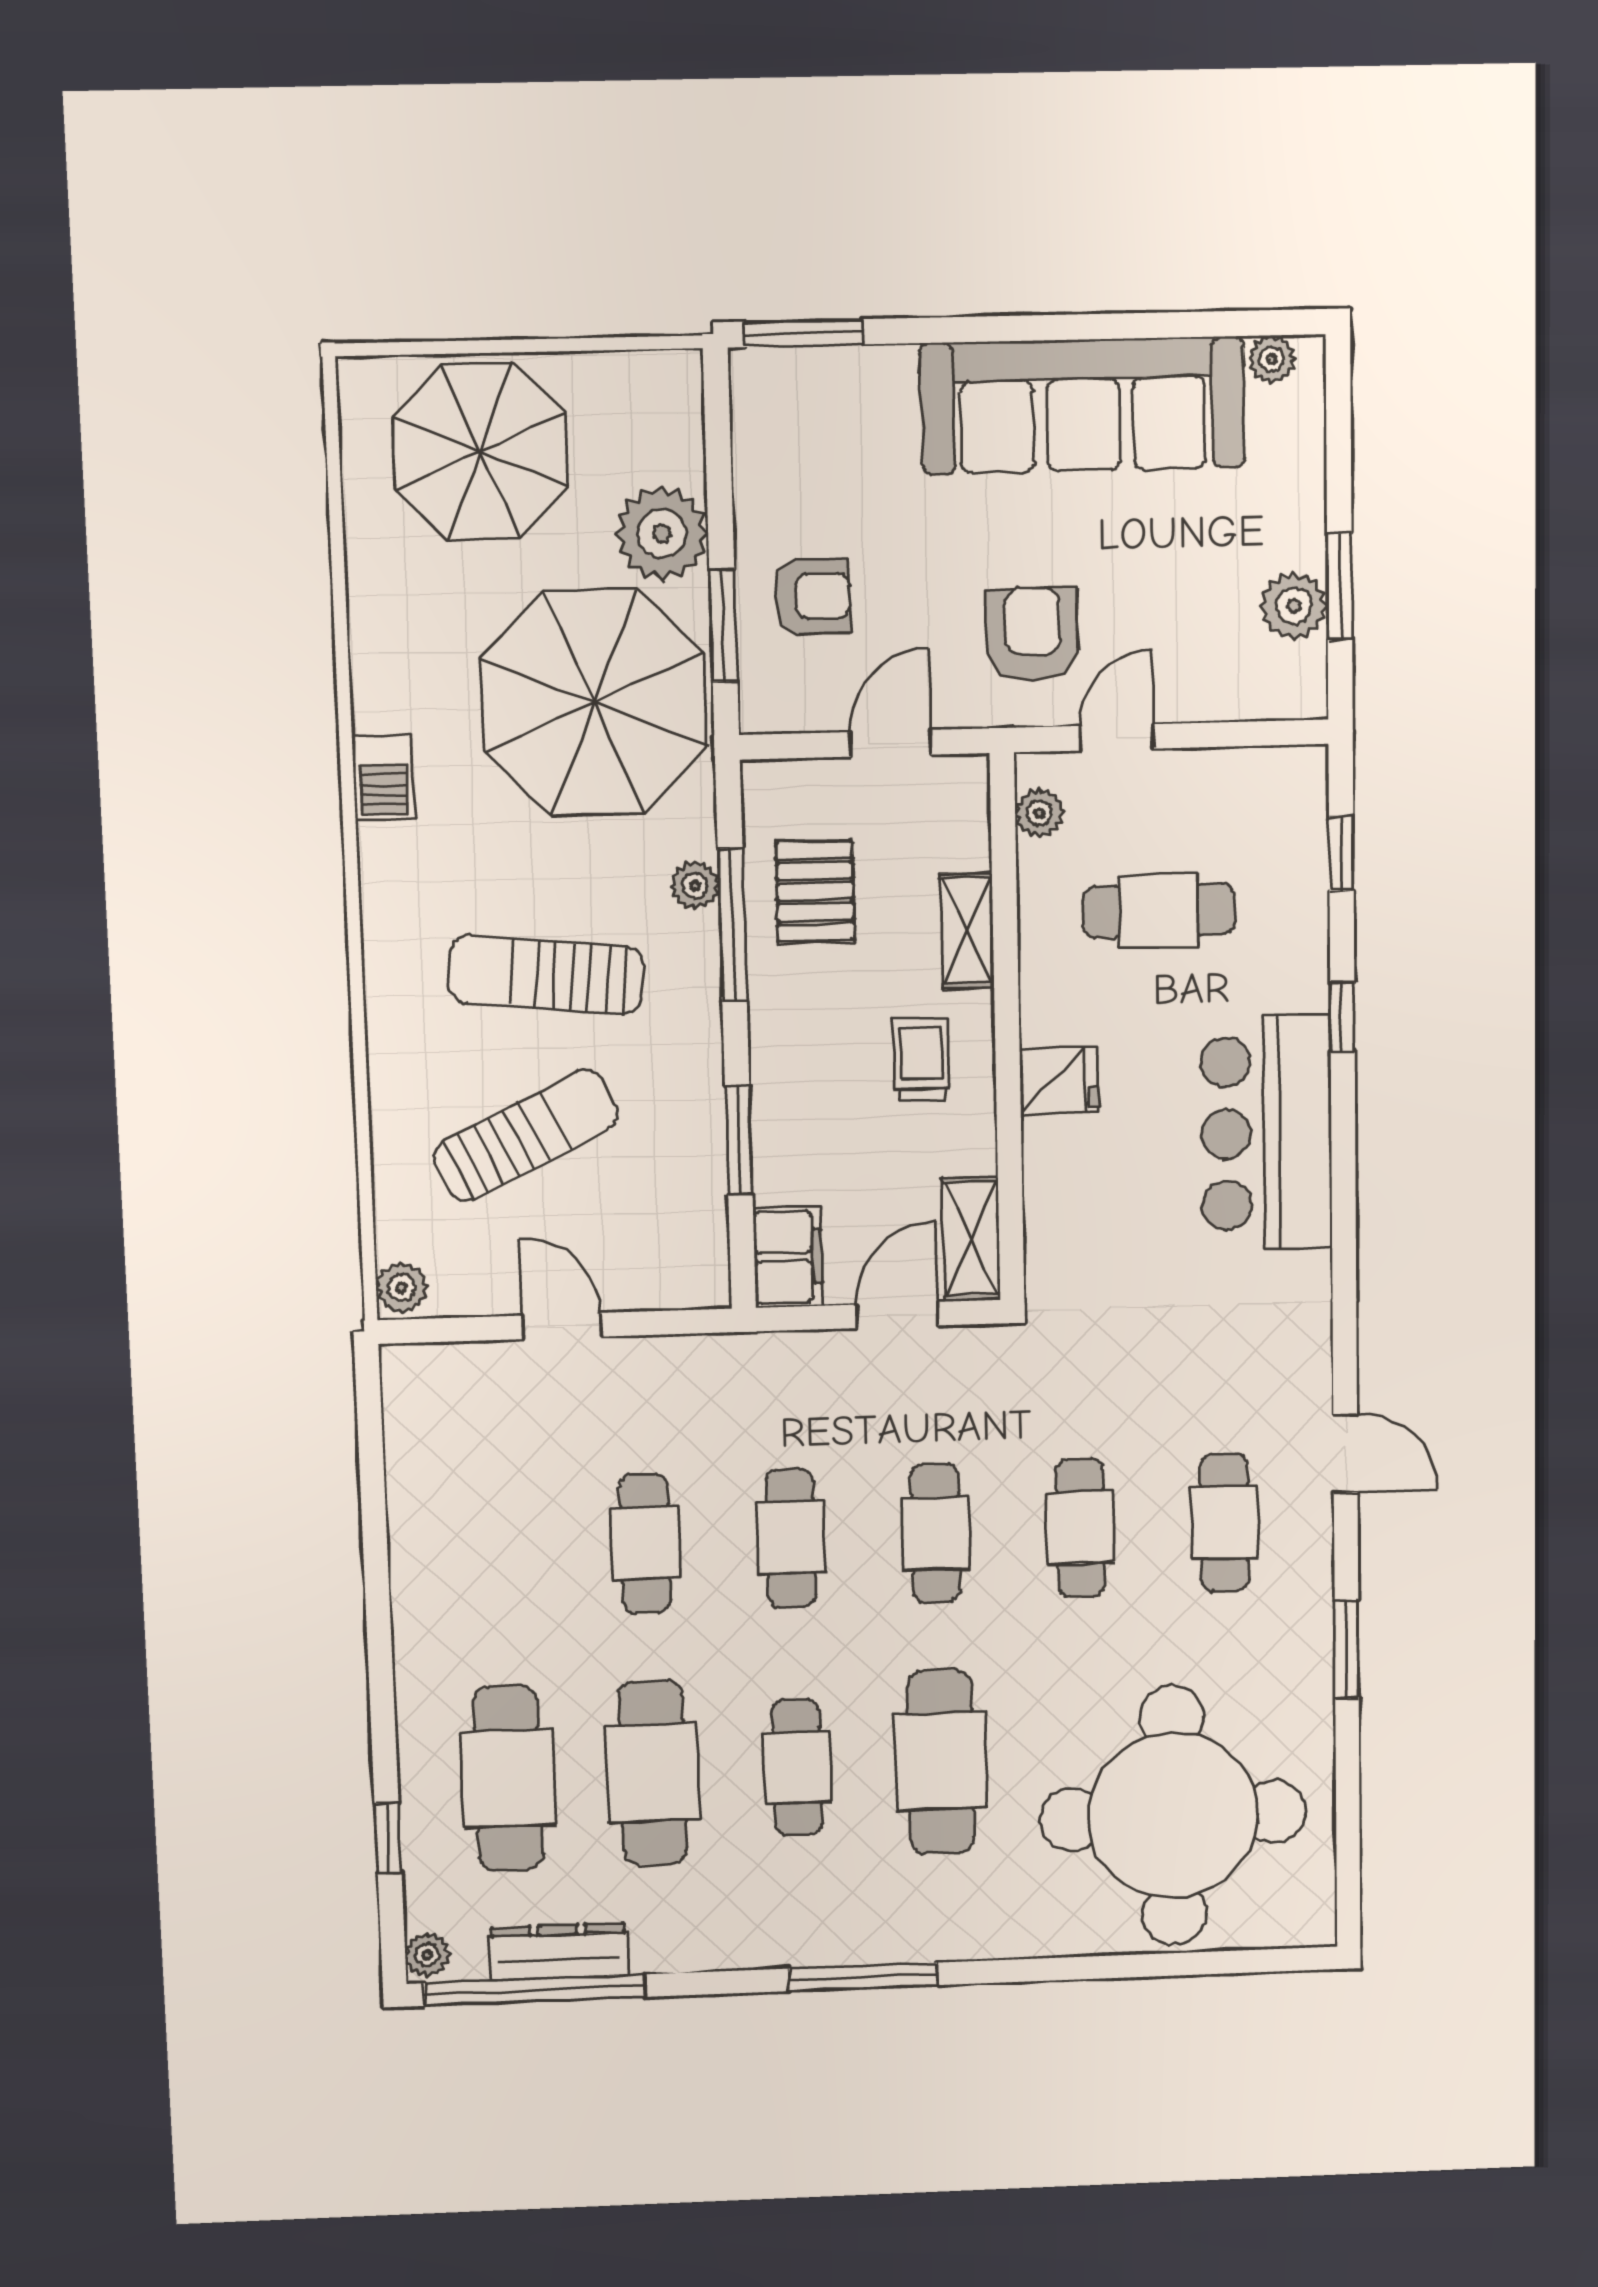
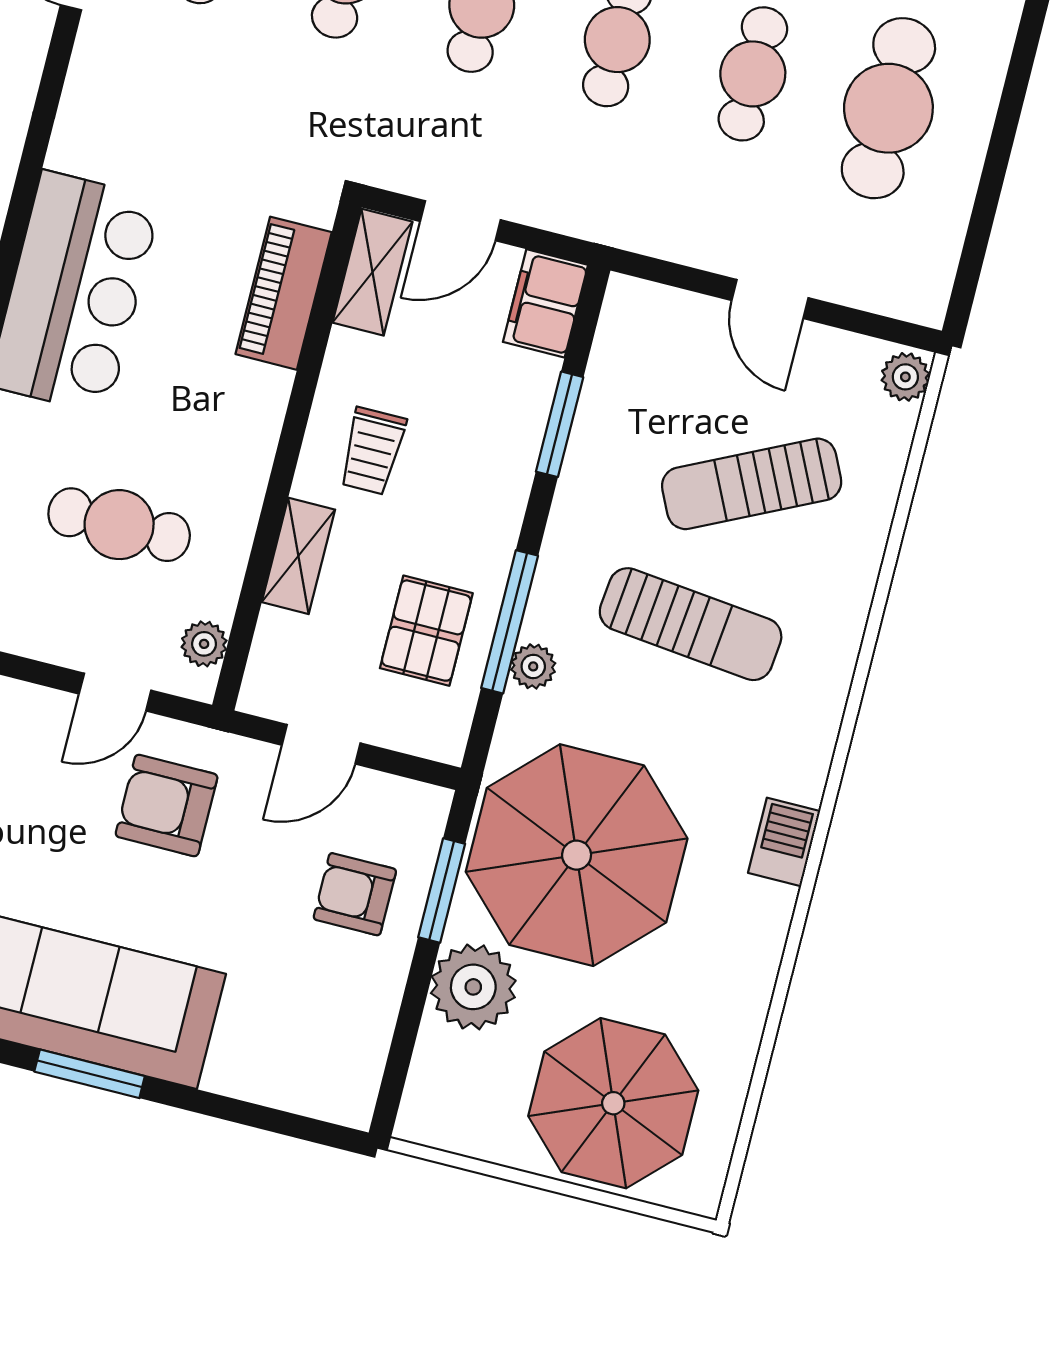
window: (804, 333) -> (90, 1074), moved
armchair: (1032, 634) -> (167, 806), turned 90
fridge: (1059, 1080) -> (252, 395), removed
piano: (1055, 1192) -> (284, 293), added
cafe table: (499, 1548) -> (888, 108), added

